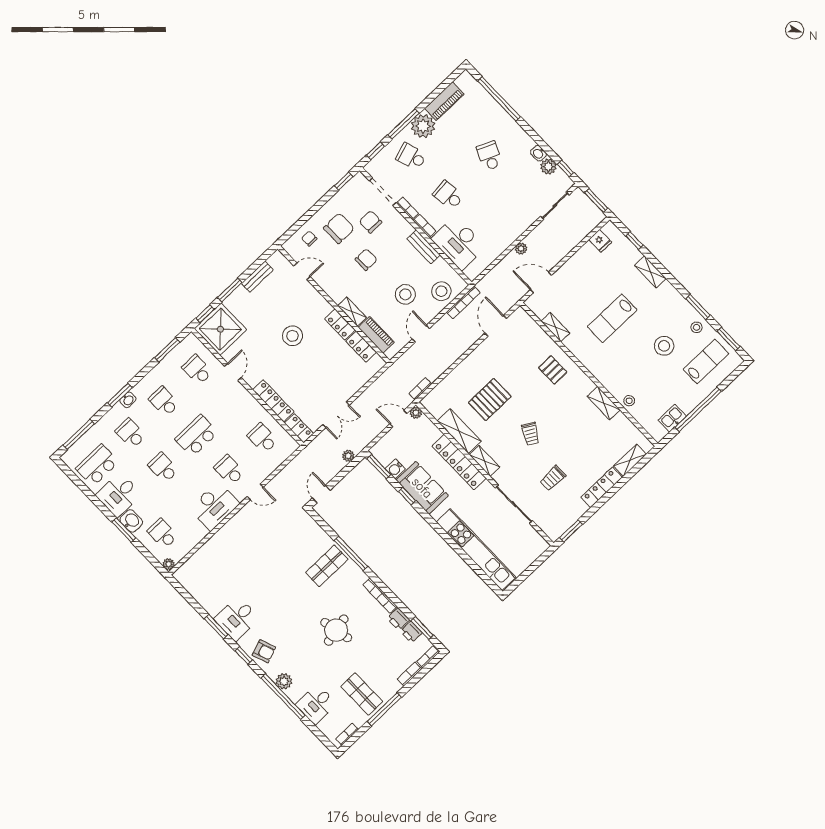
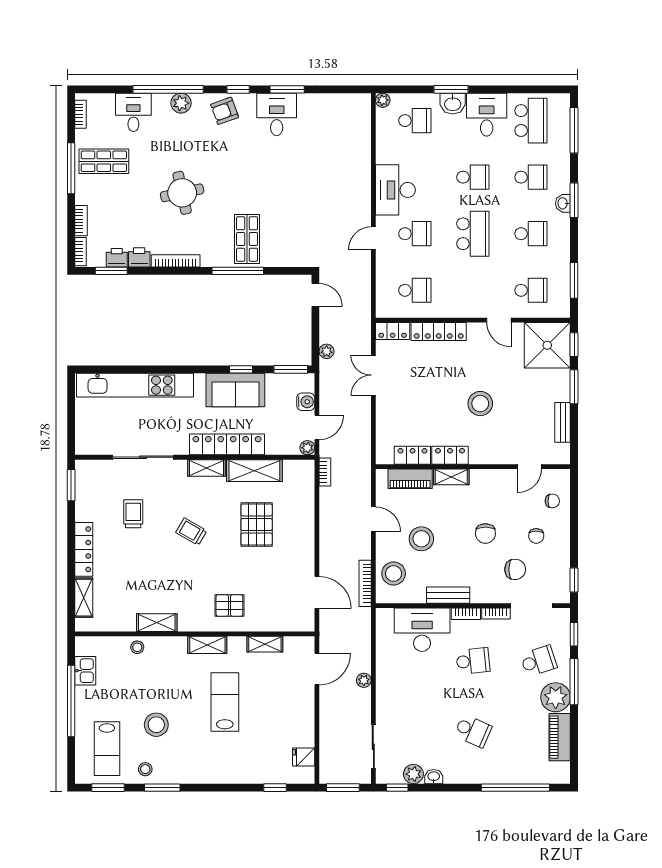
chair: (339, 228) -> (536, 536), width x0.54, depth x0.54
shelving: (650, 272) -> (207, 645), moved
water cooler: (395, 469) -> (306, 402), moved, turned 90

